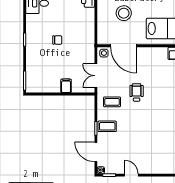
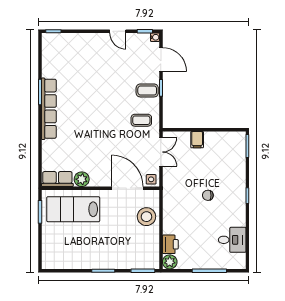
stool: (124, 13) -> (146, 217), moved
plant: (161, 53) -> (82, 179), added
wheelchair: (137, 92) -> (112, 132), removed

